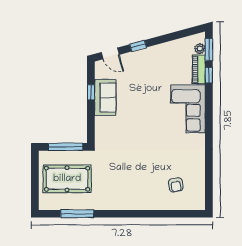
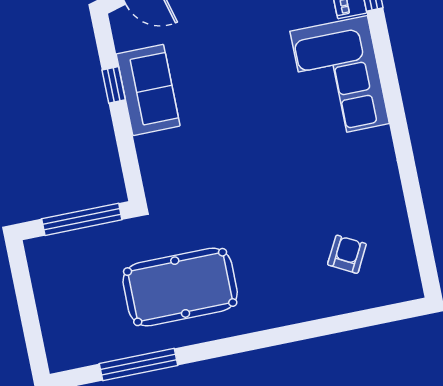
pool table: (67, 179) -> (180, 287), moved
armchair: (176, 185) -> (347, 254), turned -141

